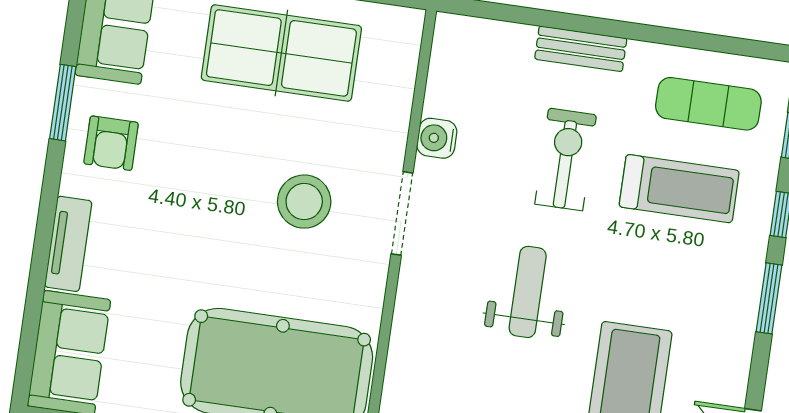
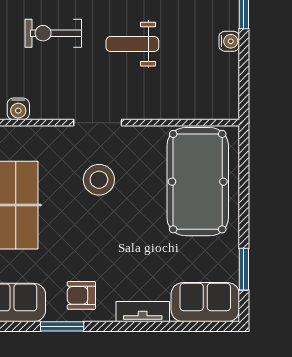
water cooler: (437, 138) -> (18, 109), moved
armchair: (111, 143) -> (81, 295), turned 180

